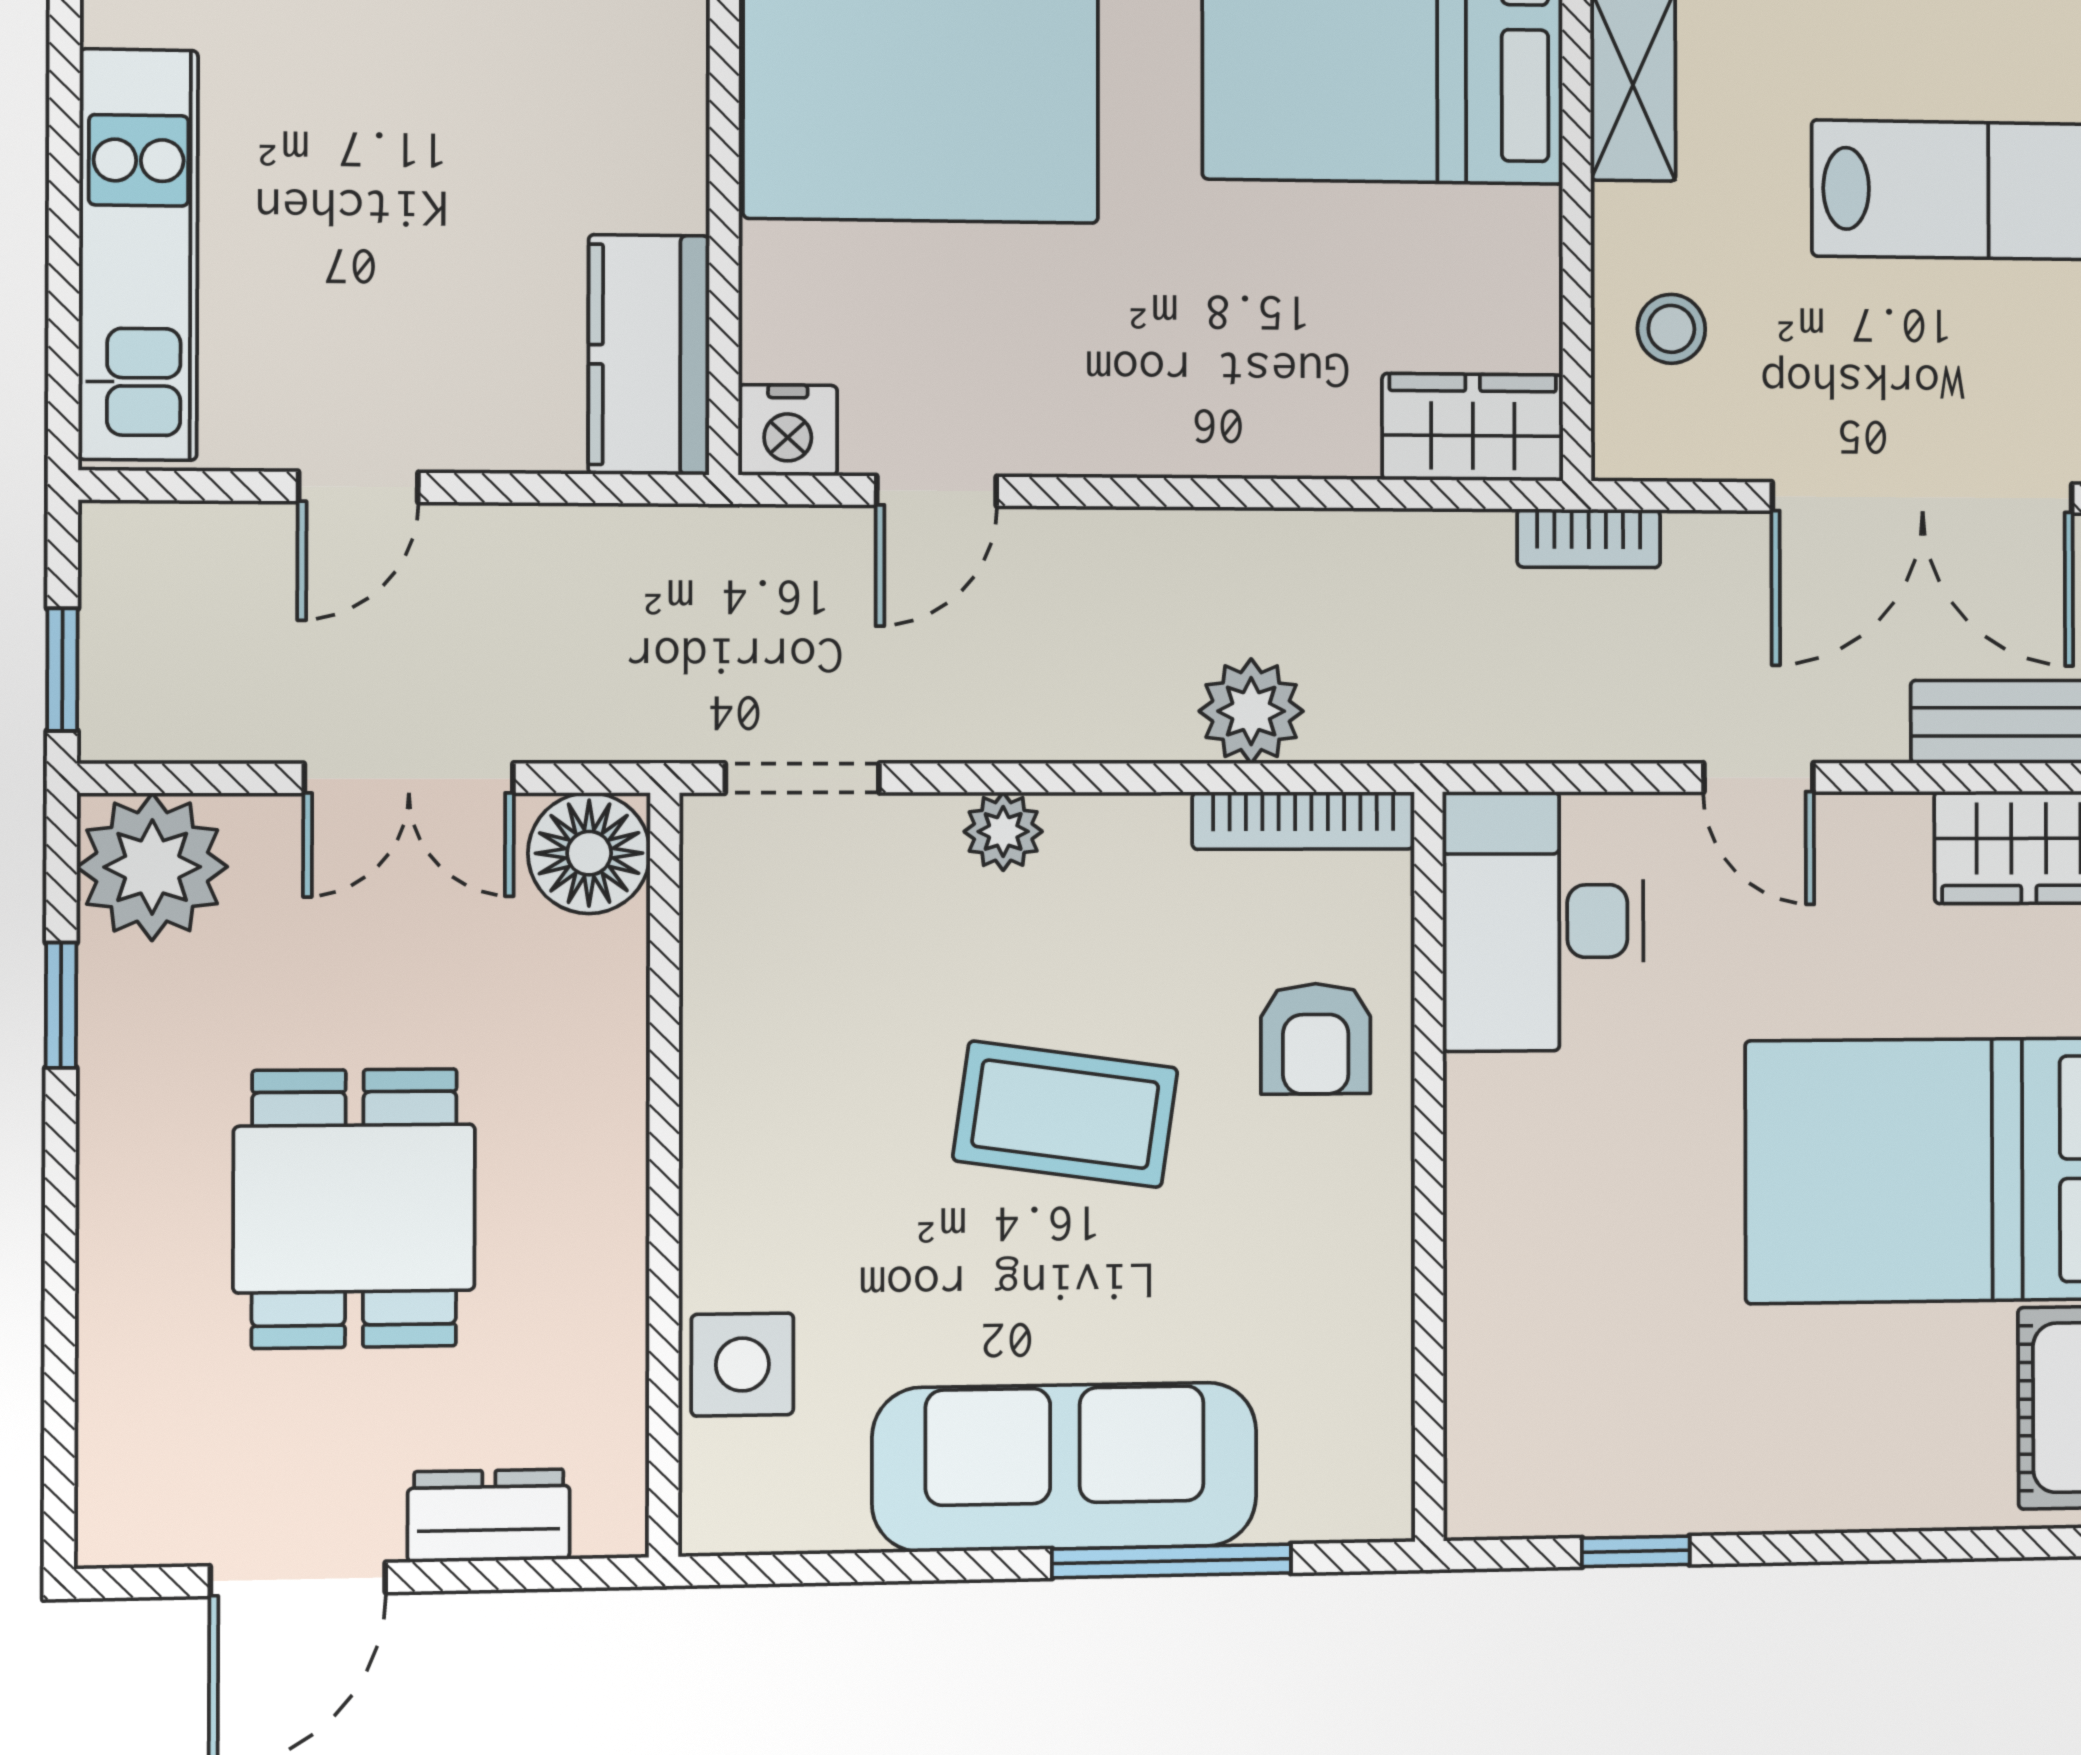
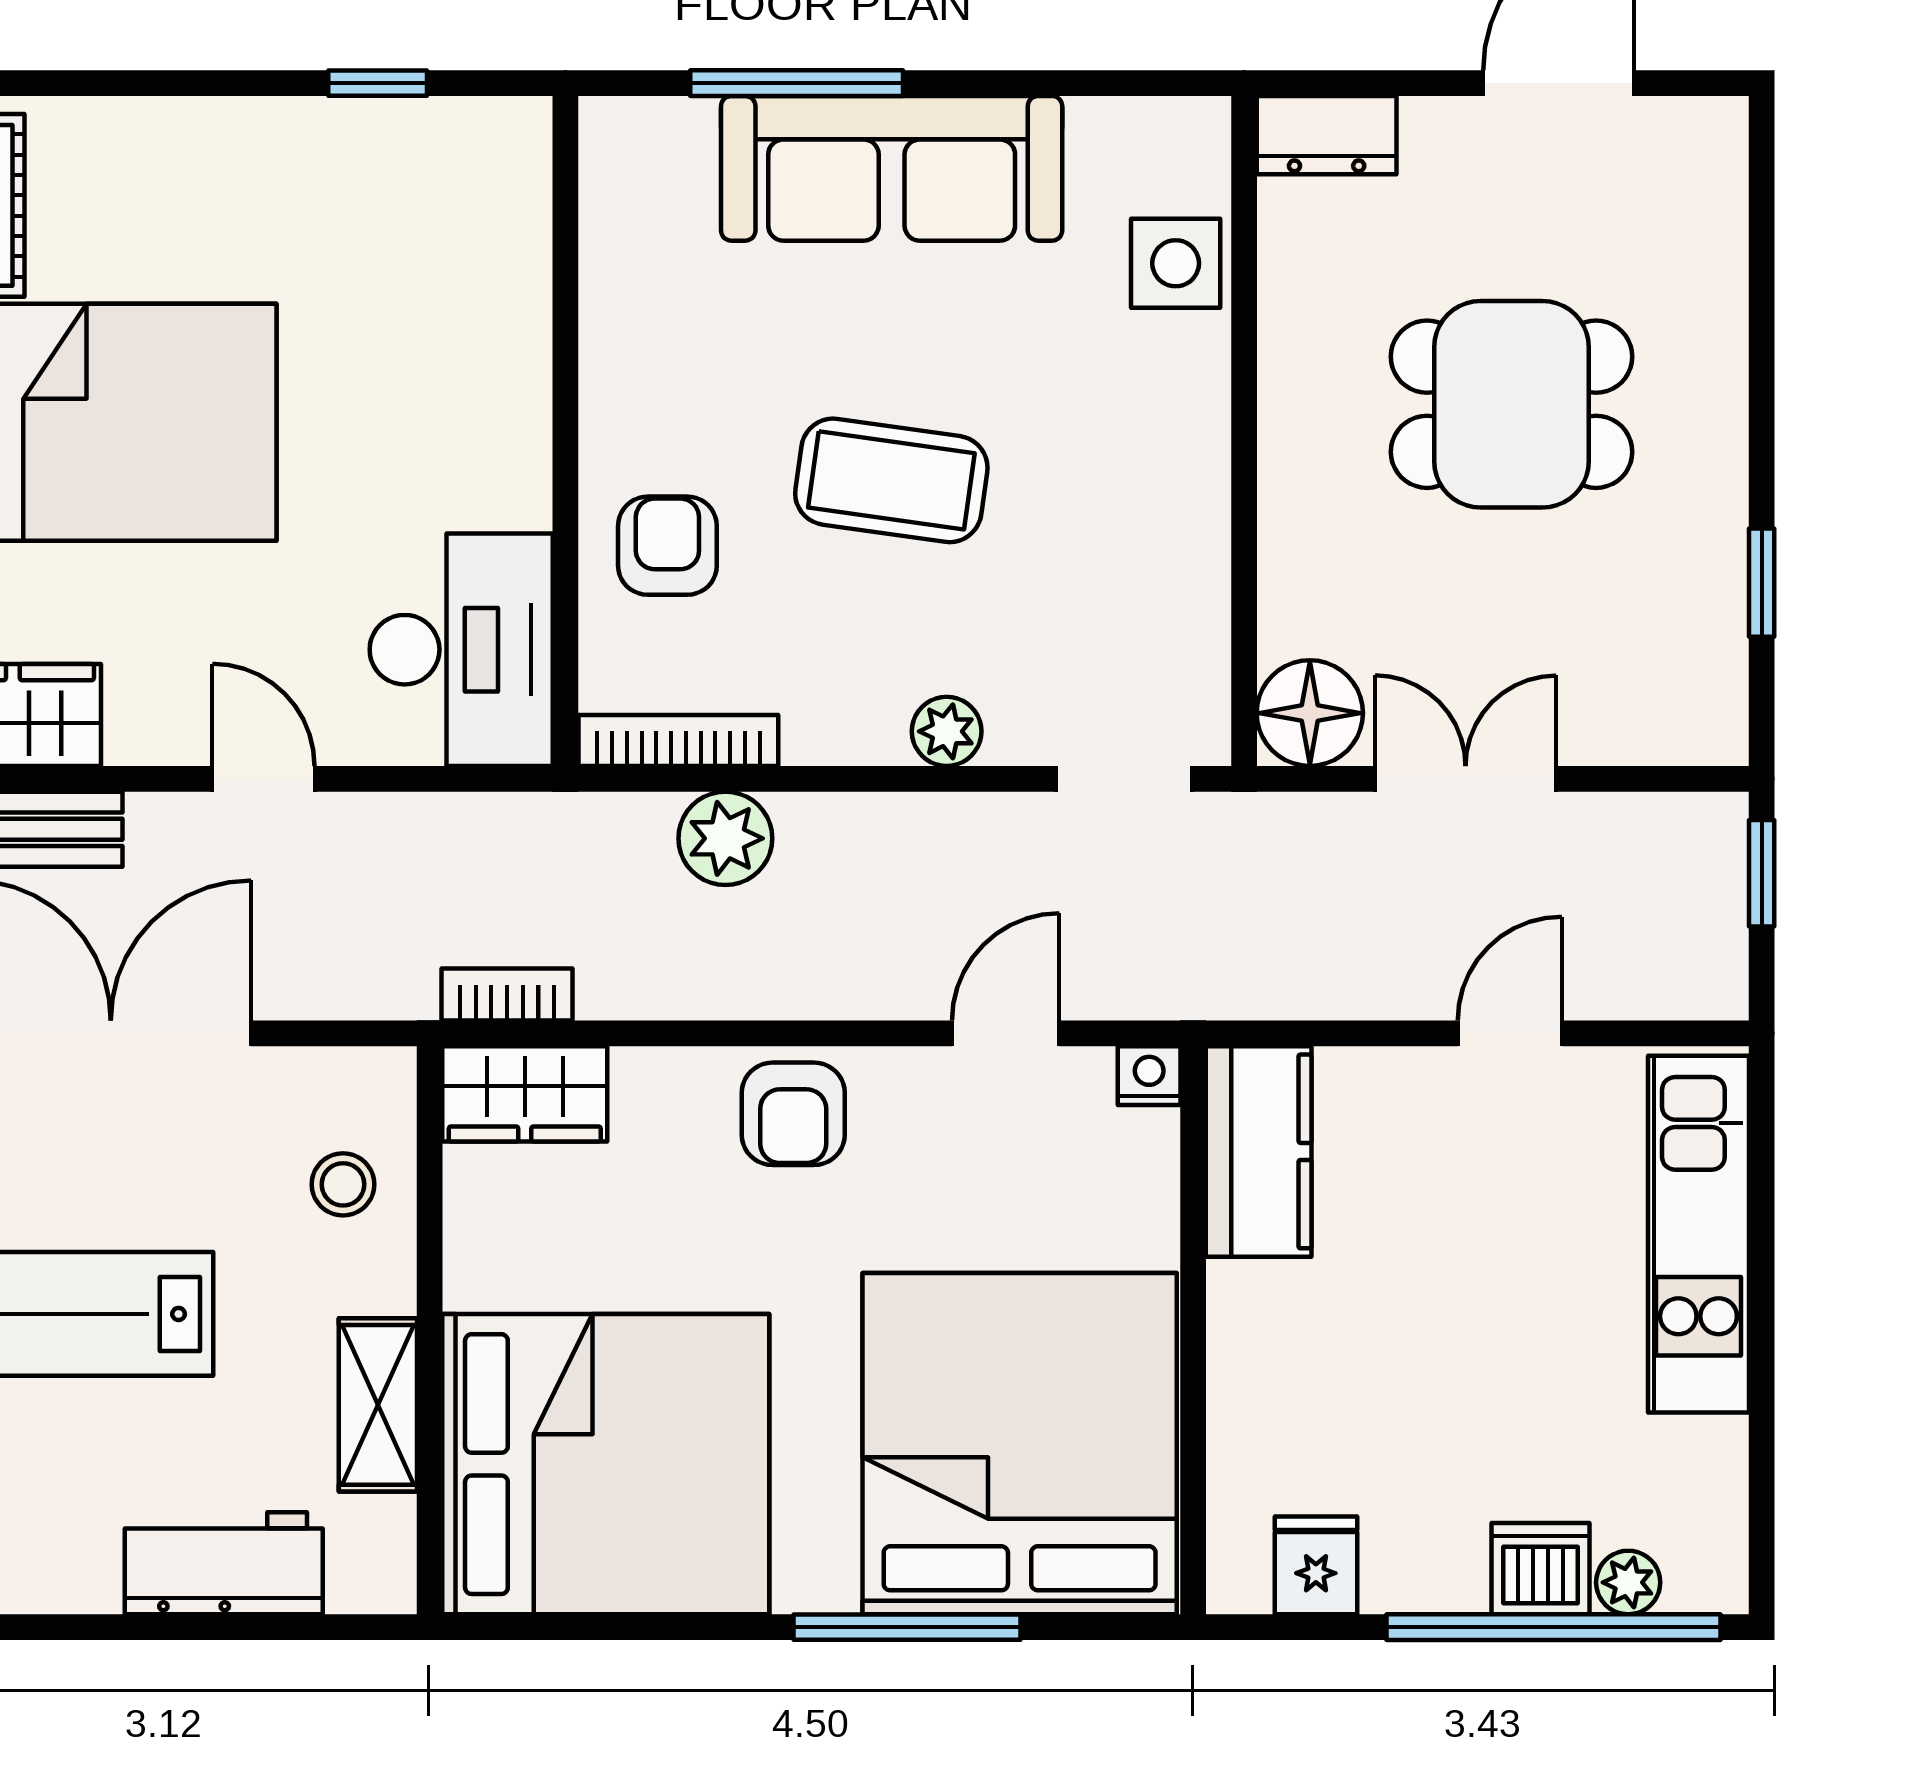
armchair: (1175, 402) -> (793, 1114), added
nightstand: (788, 430) -> (1149, 1076), width x0.72, depth x0.74
bookcase: (1589, 538) -> (507, 994), moved
plant: (152, 867) -> (1685, 702), removed
dining table: (354, 1208) -> (1512, 404), turned 90
dresser: (489, 1516) -> (1327, 135), moved

